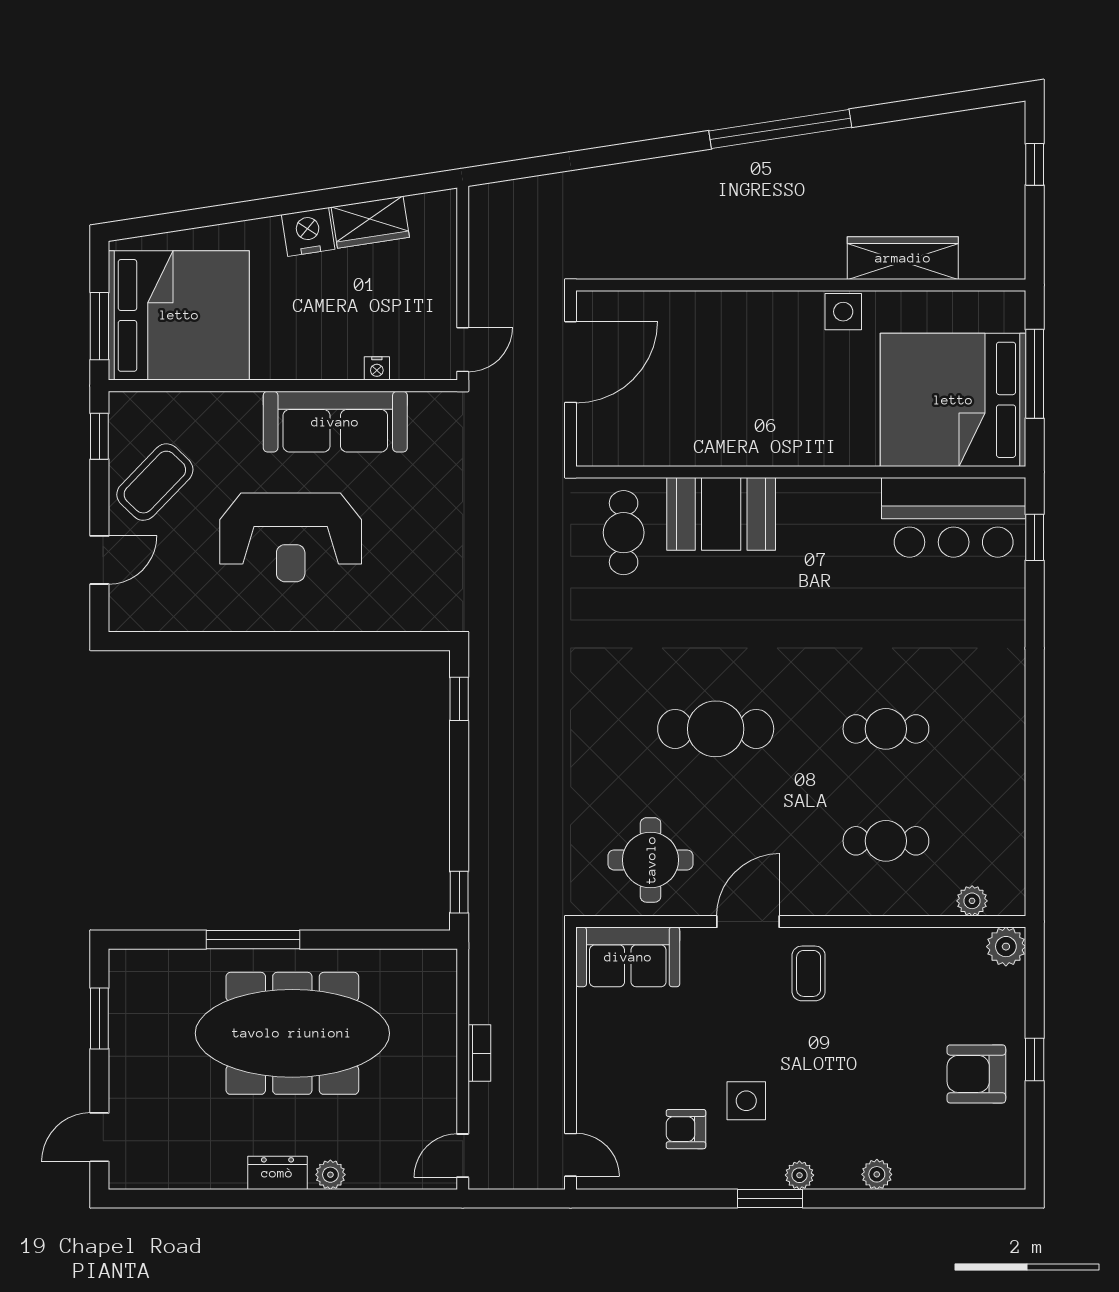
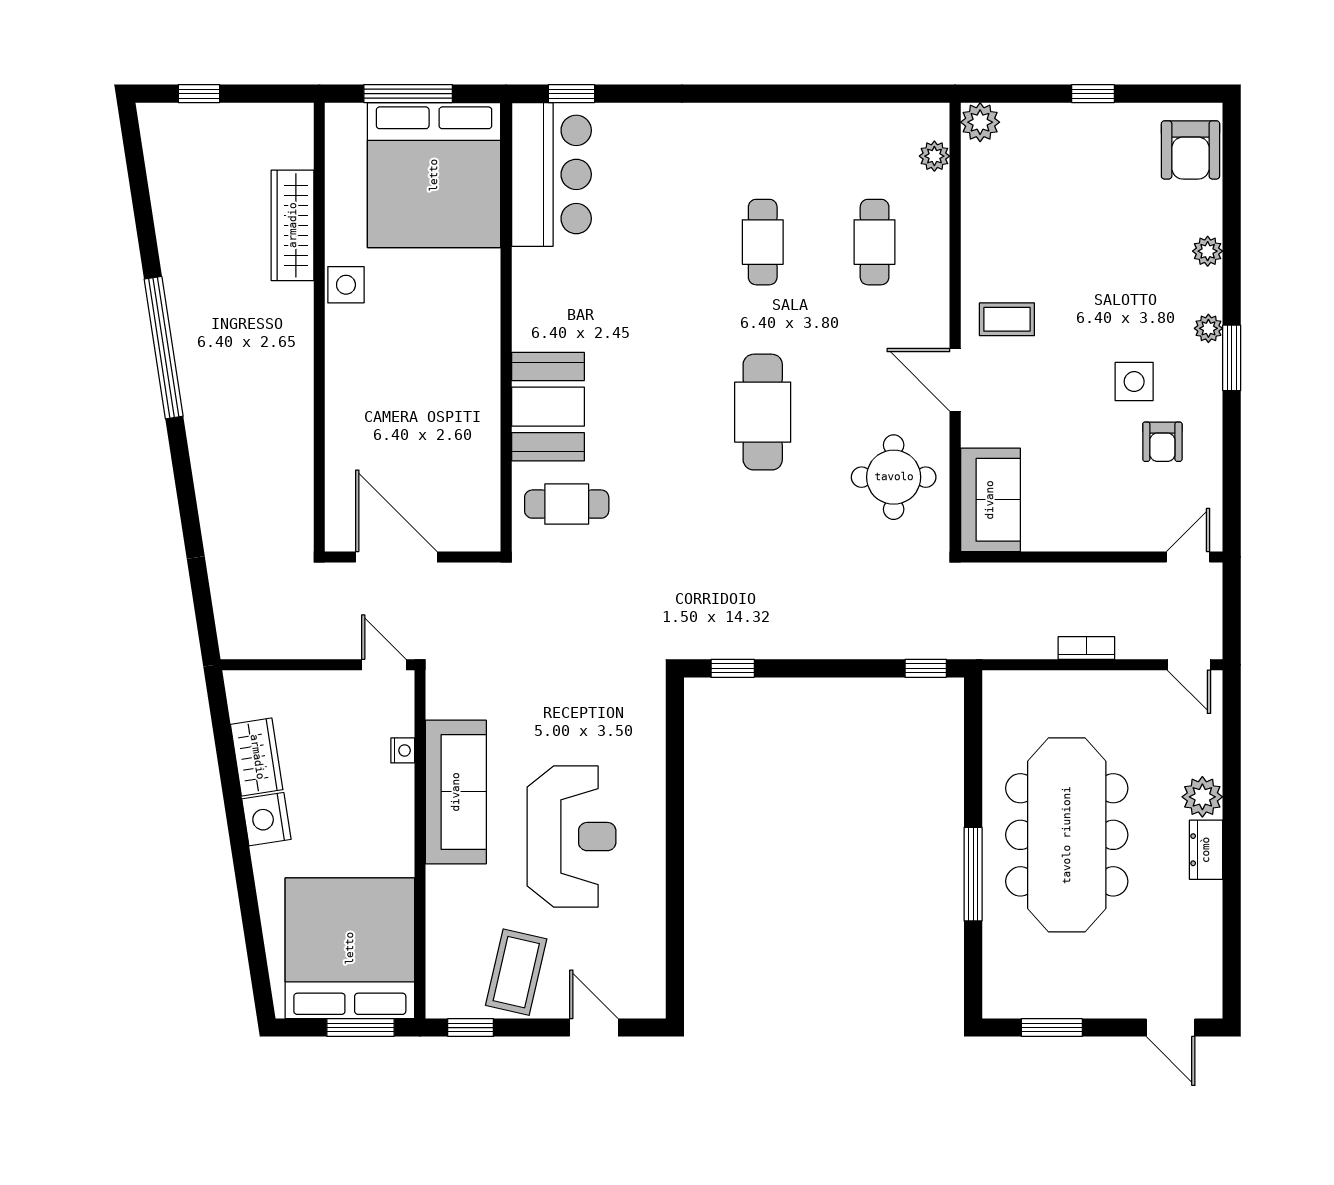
coffee table: (155, 482) -> (516, 972), turned 59
armchair: (976, 1074) -> (1190, 150), moved
plant: (330, 1175) -> (1202, 797), width x1.38, depth x1.38

